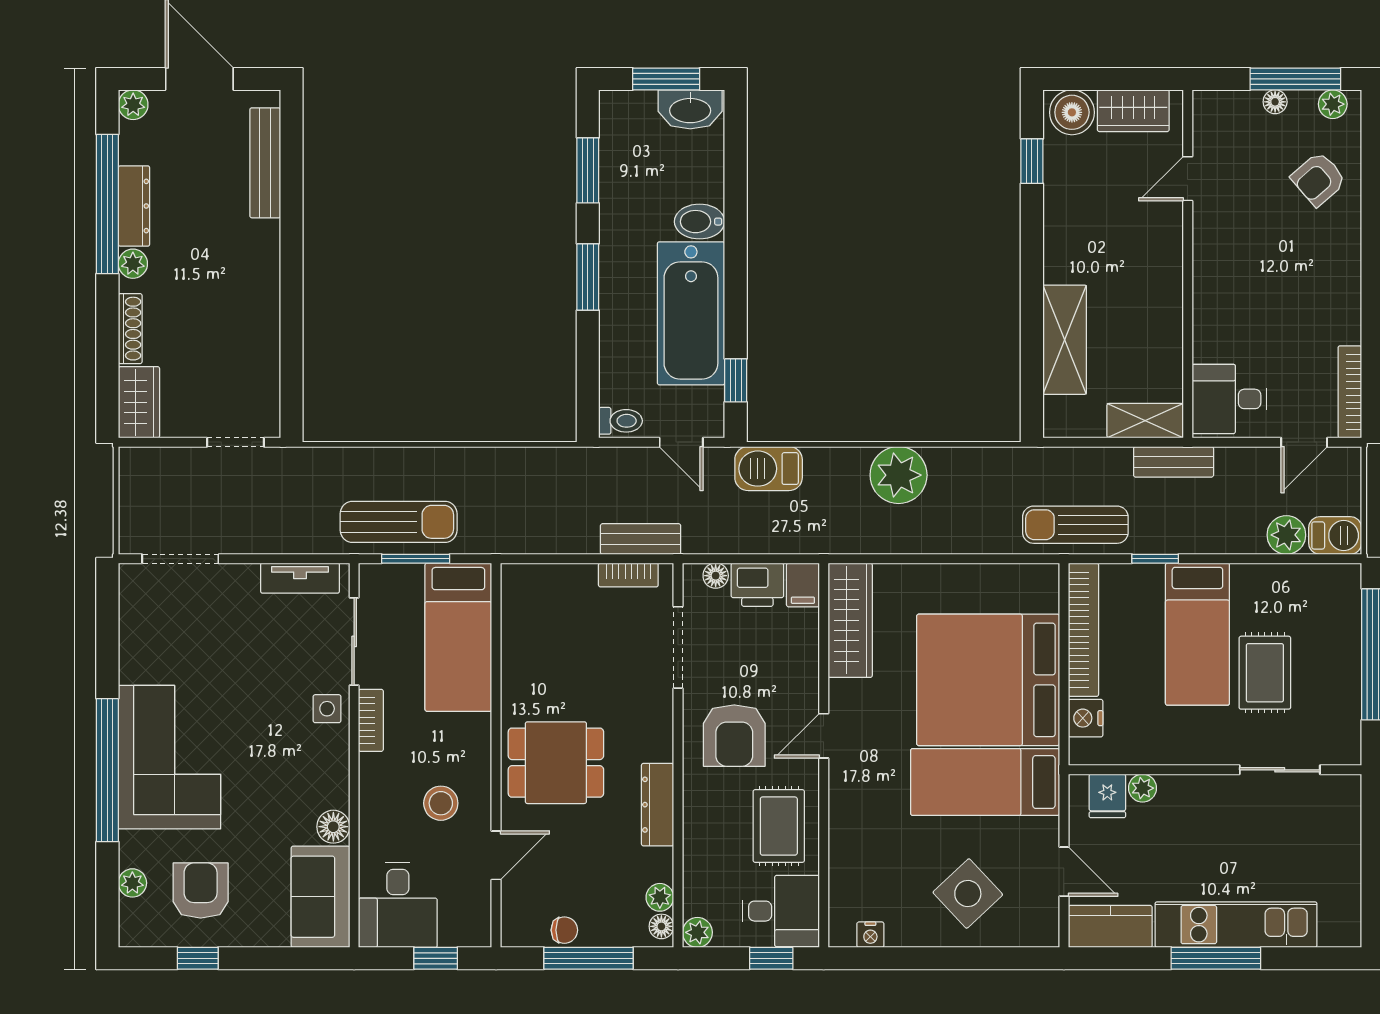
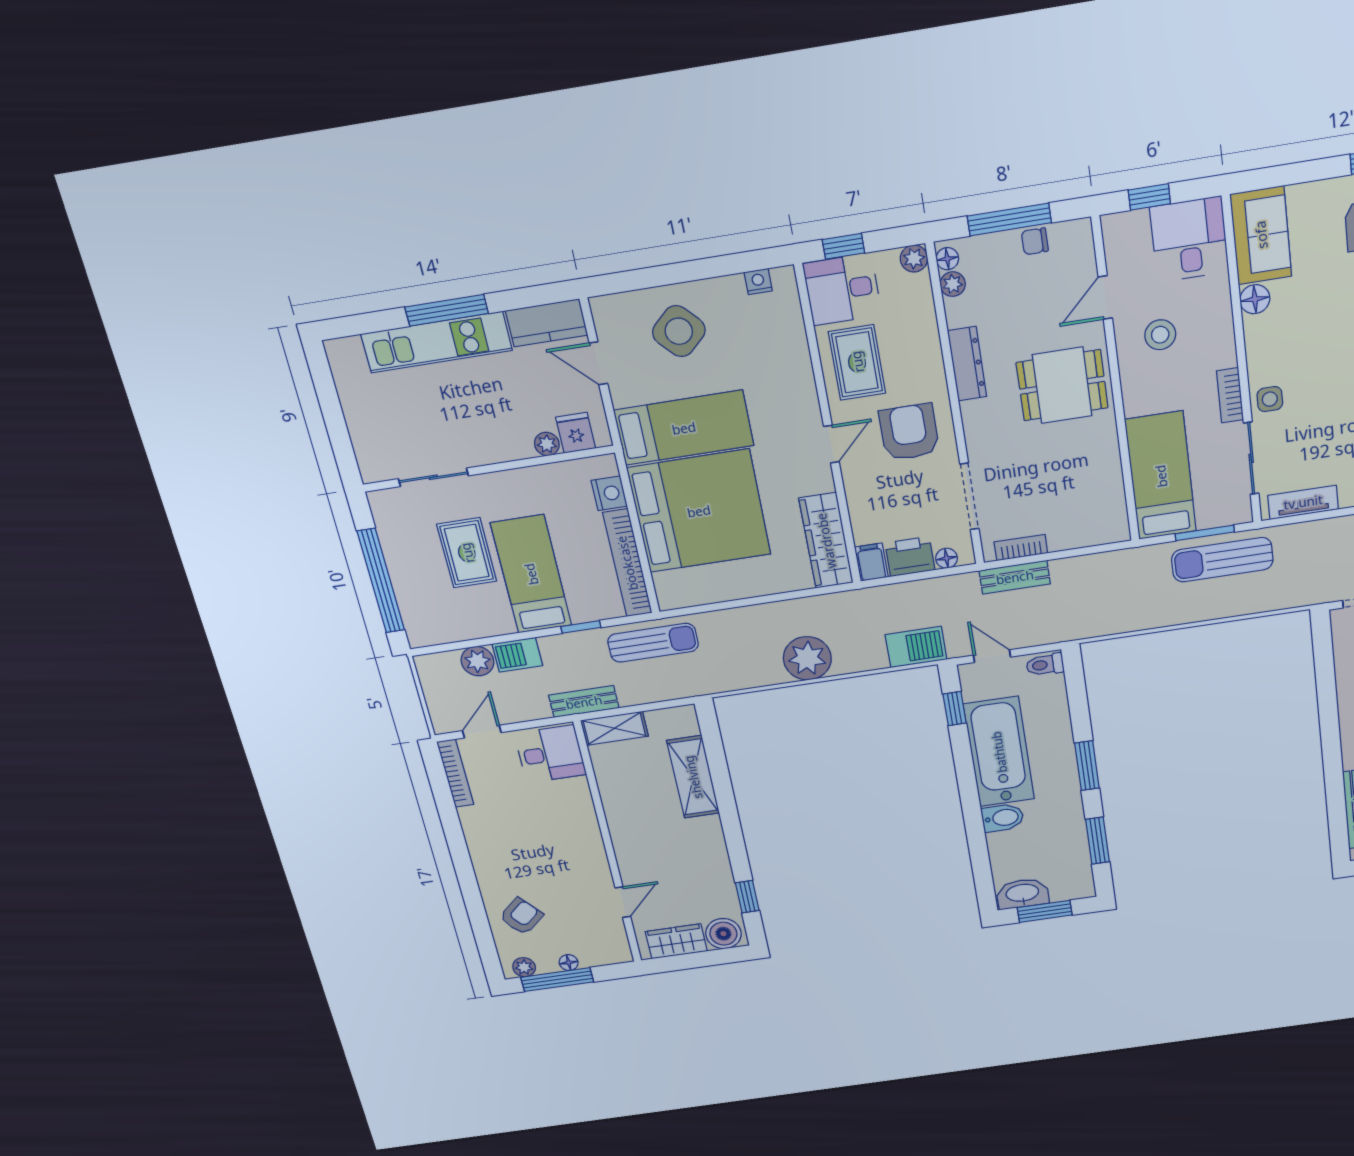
barbecue: (1335, 535) -> (517, 655), moved

